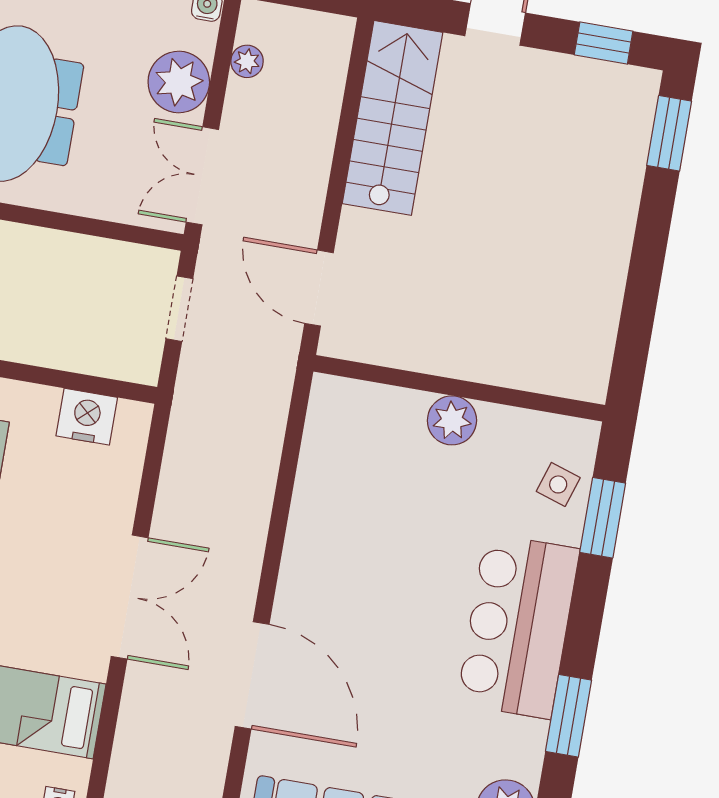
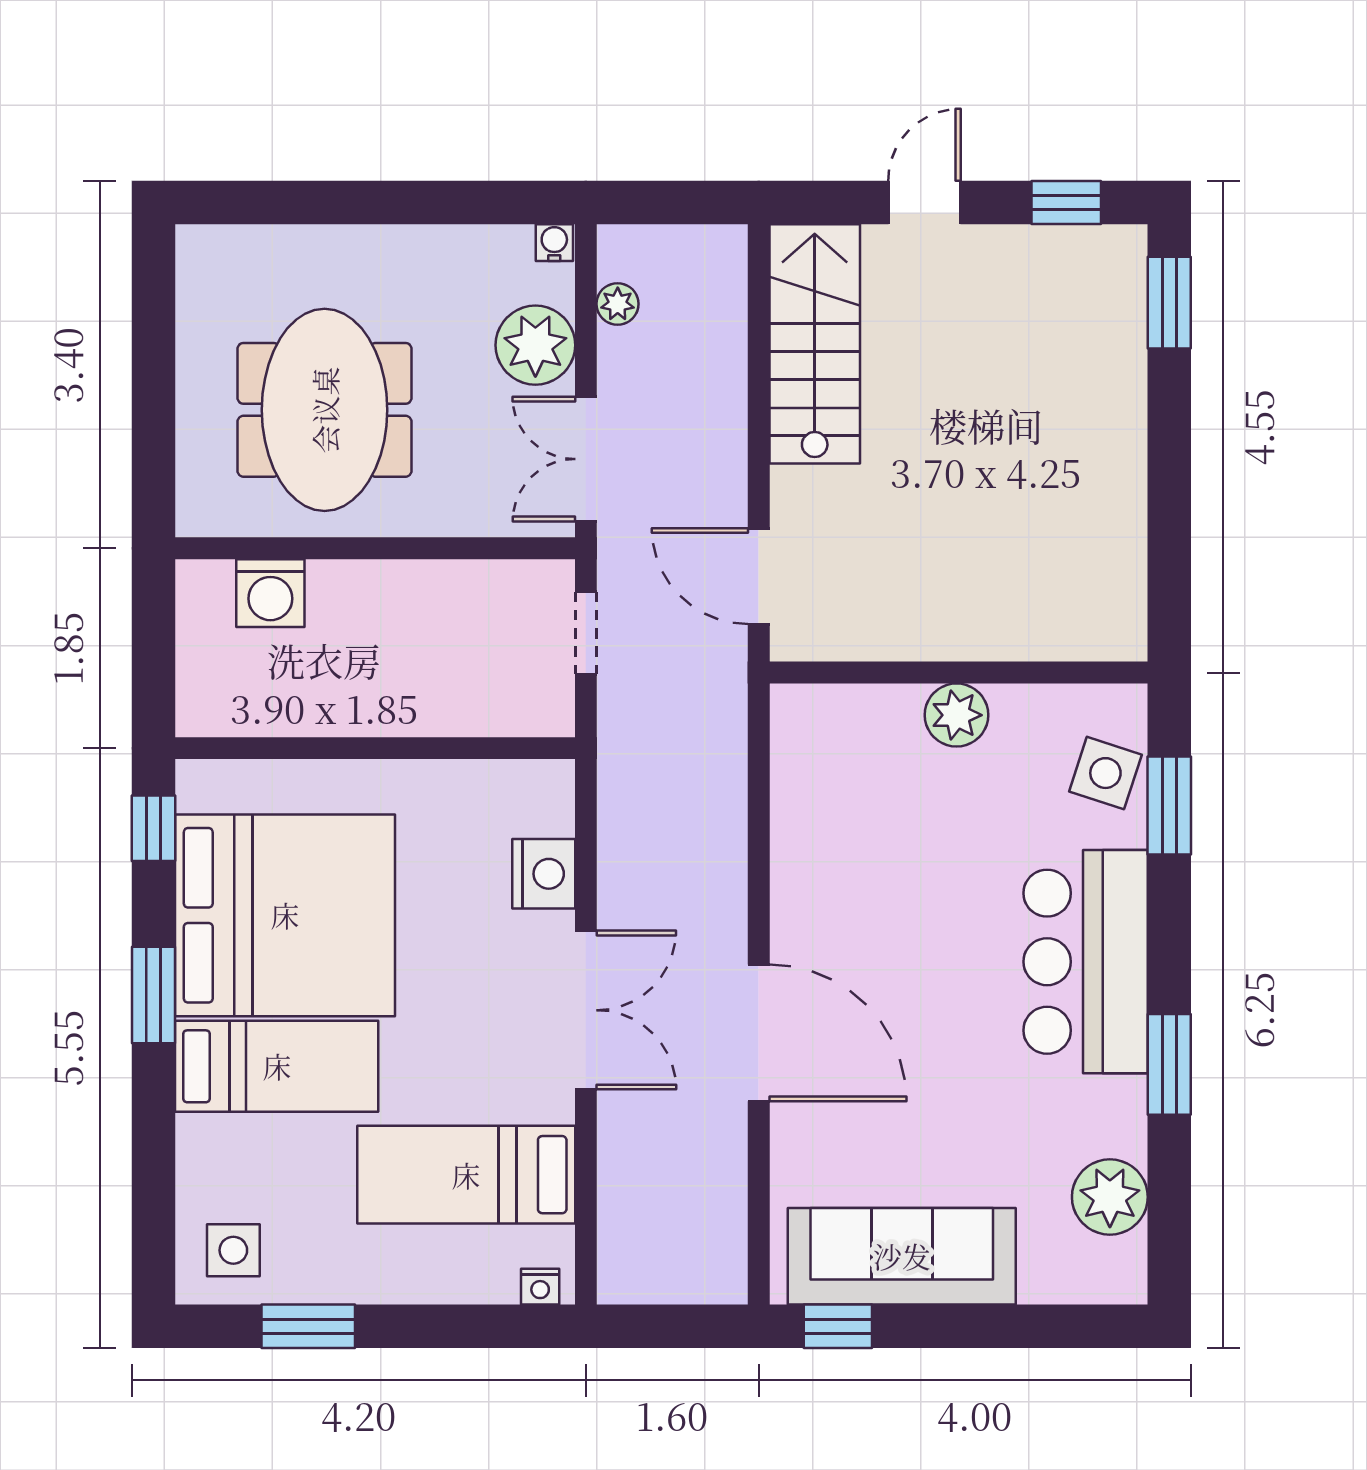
nightstand: (87, 417) -> (544, 874), moved, turned 90
side table: (558, 484) -> (1105, 773), width x1.37, depth x1.37
door: (252, 675) -> (759, 1033), moved

